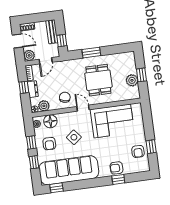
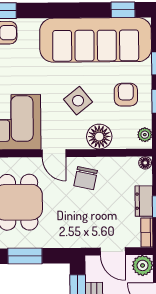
door: (46, 61) -> (113, 251), swing flipped
plant: (44, 106) -> (127, 167), removed
floor lamp: (50, 121) -> (99, 137), moved

